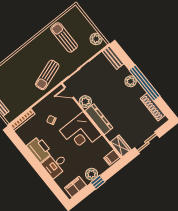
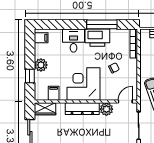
window: (27, 154) -> (102, 24), added
filing cabinet: (112, 158) -> (54, 93), moved
window: (98, 182) -> (30, 76), moved
filing cabinet: (75, 187) -> (41, 38), width x0.50

